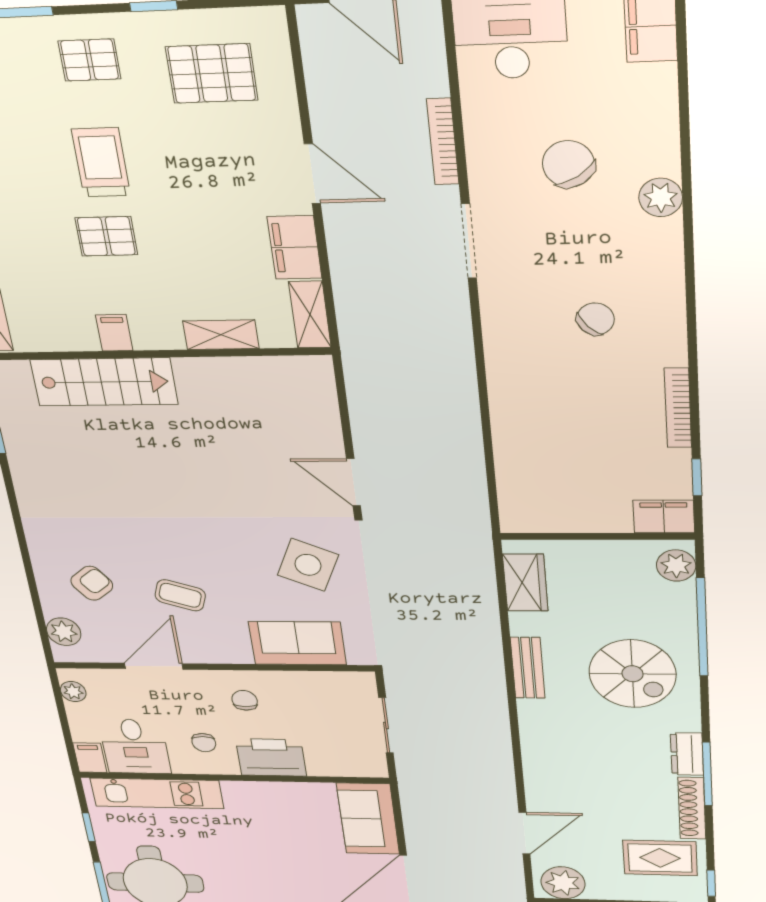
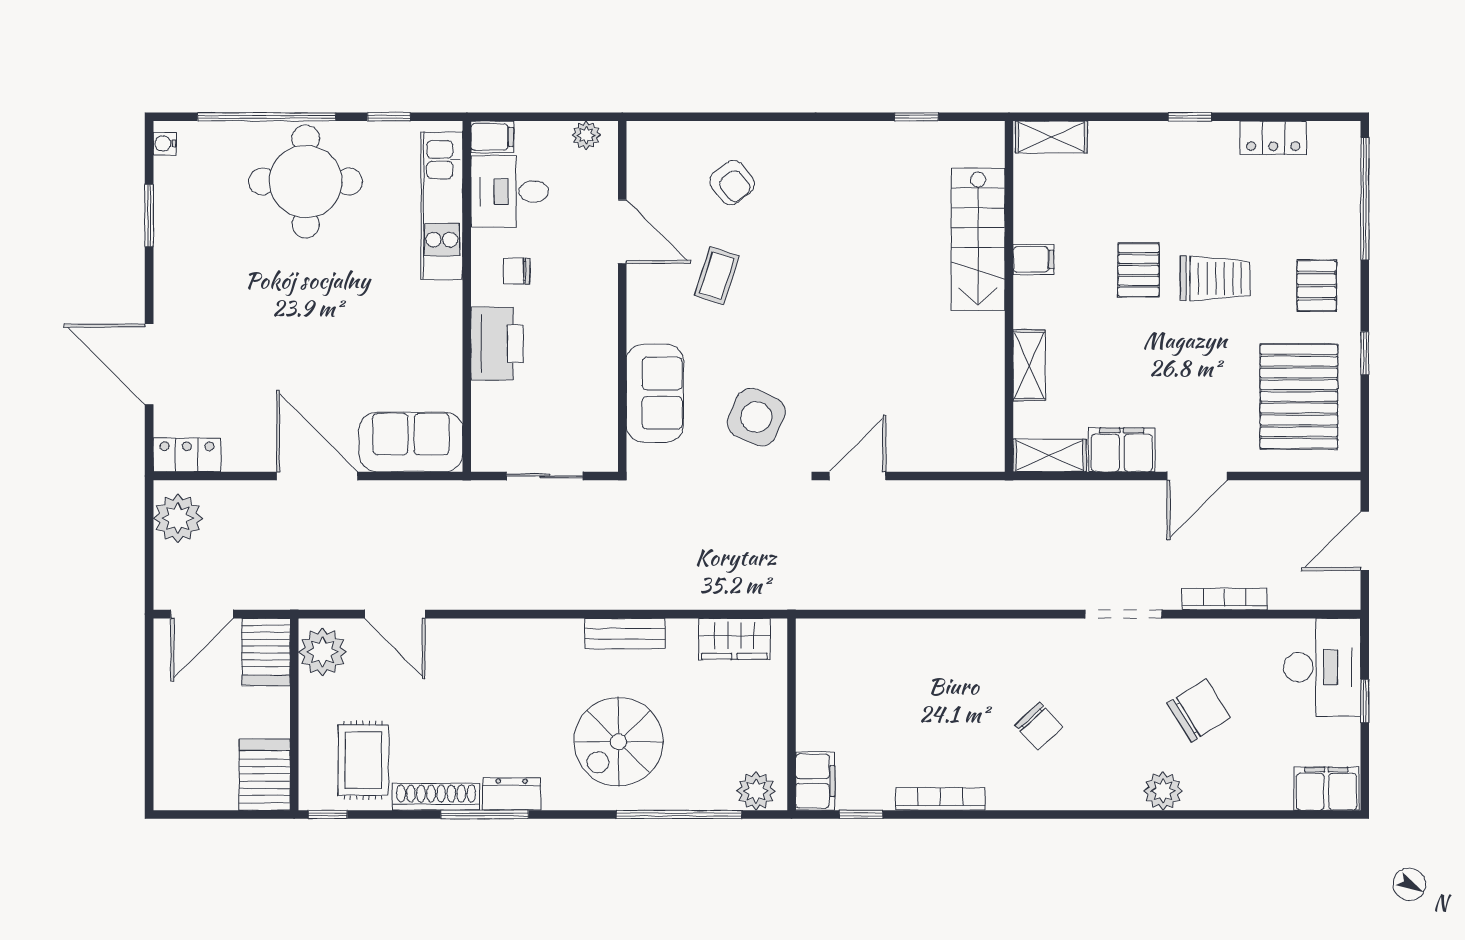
pallet: (212, 73) -> (1299, 396), width x1.37, depth x1.41
plant: (64, 632) -> (668, 140), removed
chair: (245, 700) -> (577, 325), removed

